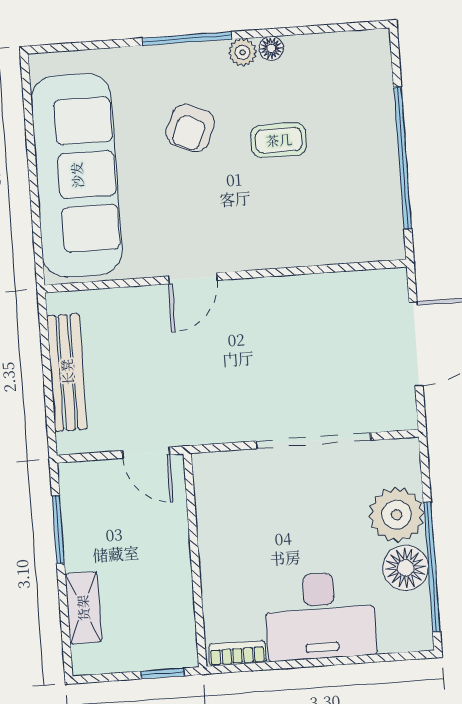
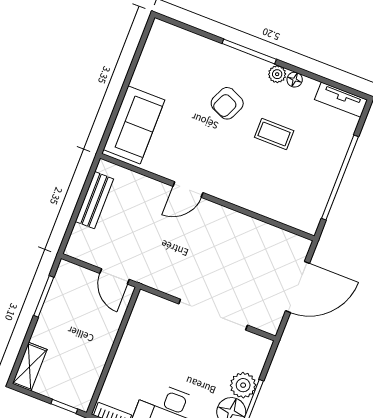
tv unit: (351, 46) -> (341, 100), added
sofa: (77, 175) -> (134, 125), width x0.54, depth x0.79
bench: (67, 372) -> (94, 200), width x0.73
plant: (397, 515) -> (243, 385), width x0.73, depth x0.73
shelving: (83, 608) -> (30, 367), moved

